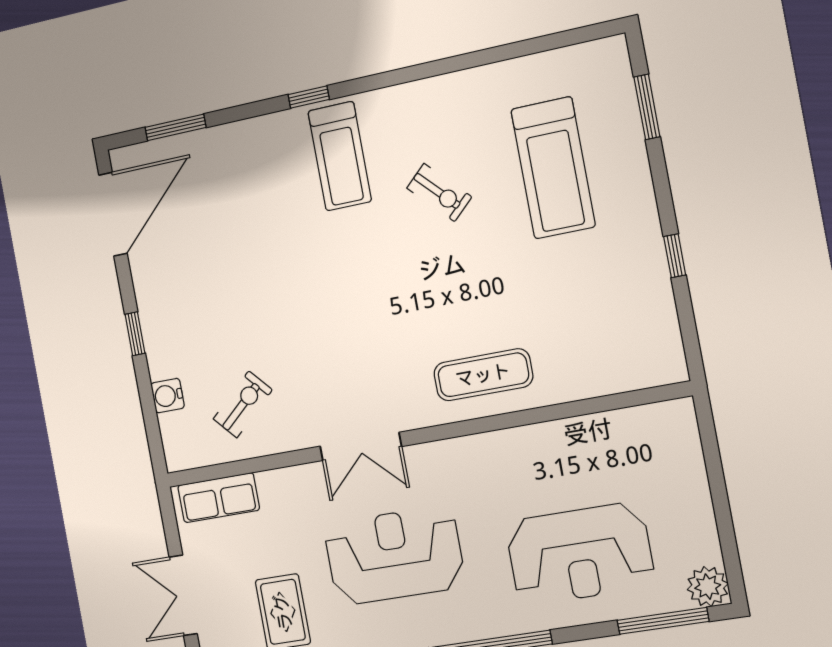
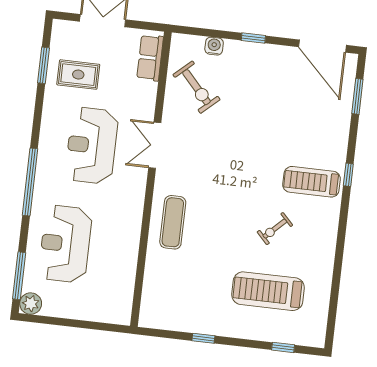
window: (647, 107) -> (283, 347), width x0.67
exercise bike: (243, 404) -> (196, 87), width x1.38, depth x1.39
reception desk: (394, 555) -> (92, 145), turned 180

